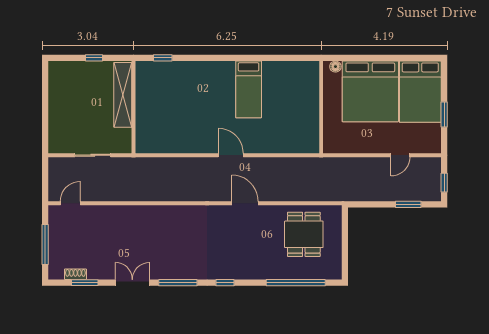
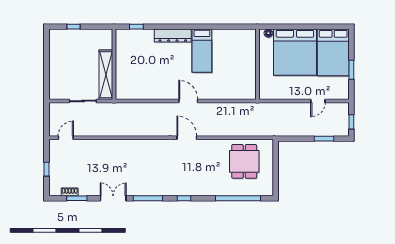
window: (94, 58) -> (74, 27), moved
dresser: (210, 70) -> (173, 35), added
shelving: (123, 95) -> (106, 75), moved
door: (245, 203) -> (187, 138), moved
window: (45, 244) -> (47, 169), width x0.46

